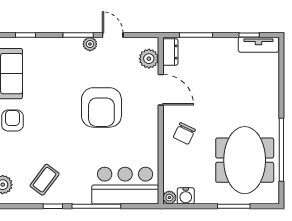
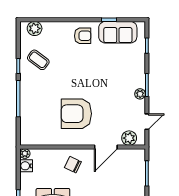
door: (113, 35) -> (147, 122), moved
dresser: (170, 52) -> (134, 154), removed
armchair: (101, 107) -> (76, 114), moved
bar counter: (125, 186) -> (34, 120), removed

